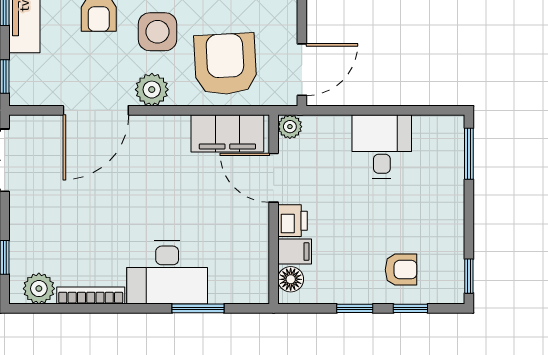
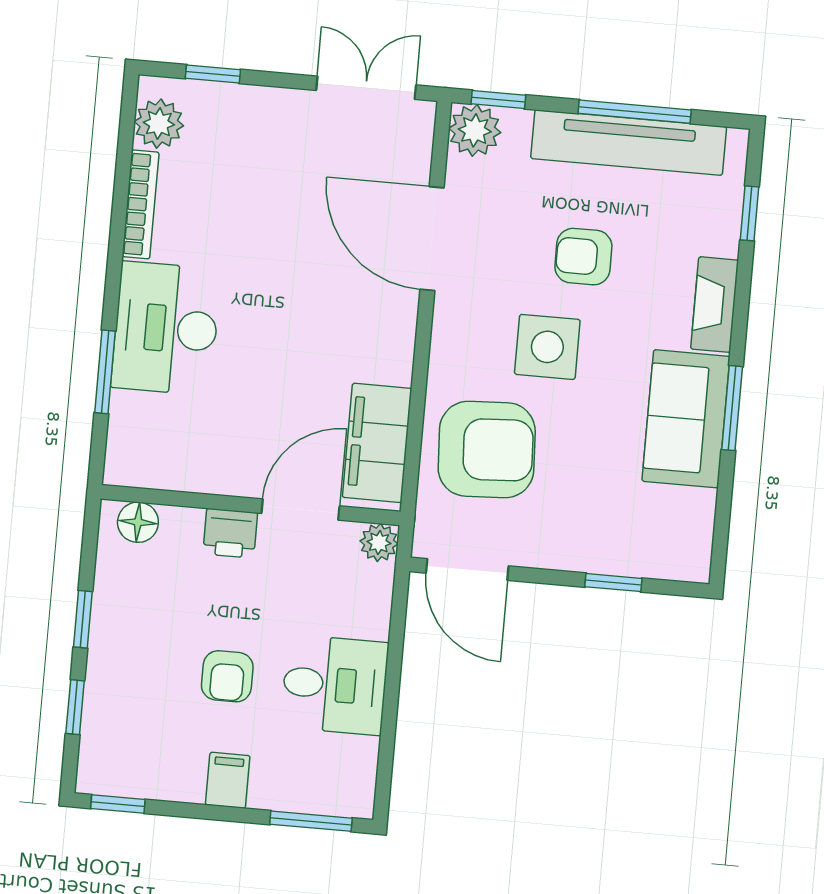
plant: (152, 90) -> (475, 130), moved
filing cabinet: (295, 252) -> (228, 780), moved, turned 180
armchair: (401, 270) -> (227, 676), moved

